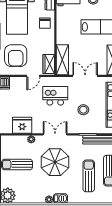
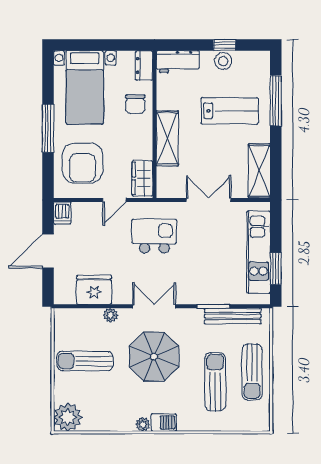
shelving: (62, 60) -> (167, 138), moved
stool: (83, 110) -> (205, 261), removed

